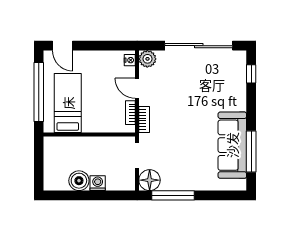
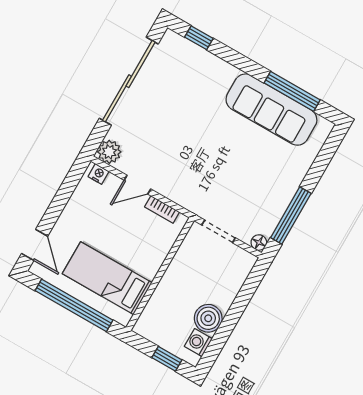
door: (63, 46) -> (35, 245), hinge flipped
bookcase: (144, 119) -> (180, 198), removed
window: (39, 169) -> (167, 359), added
floor lamp: (150, 180) -> (259, 243), width x0.53, depth x0.53
washing machine: (98, 183) -> (198, 343), moved

